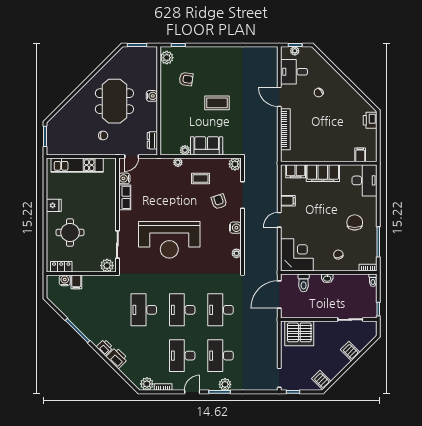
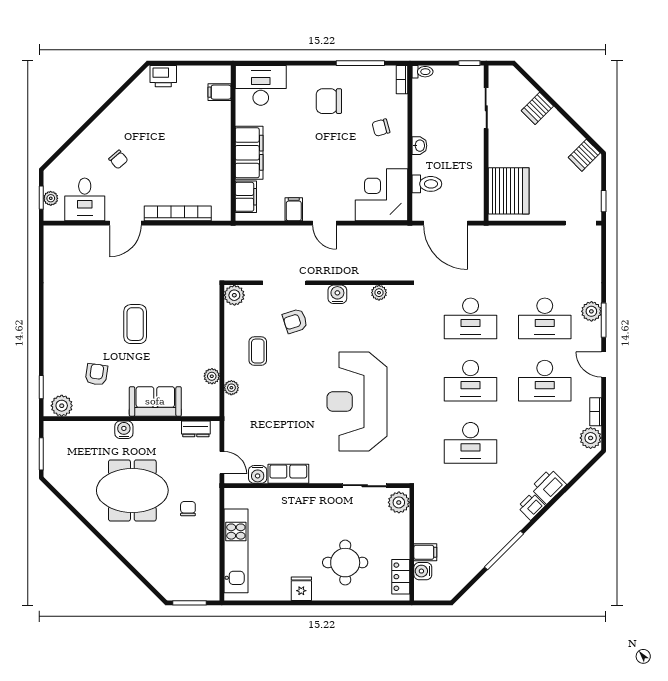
sofa: (207, 146) -> (155, 401), moved, turned 90
reception desk: (169, 240) -> (357, 402), turned 180

